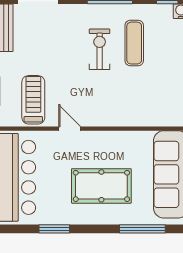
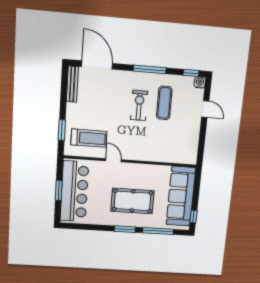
treadmill: (33, 100) -> (89, 138), turned 90
window: (54, 229) -> (125, 229), moved

